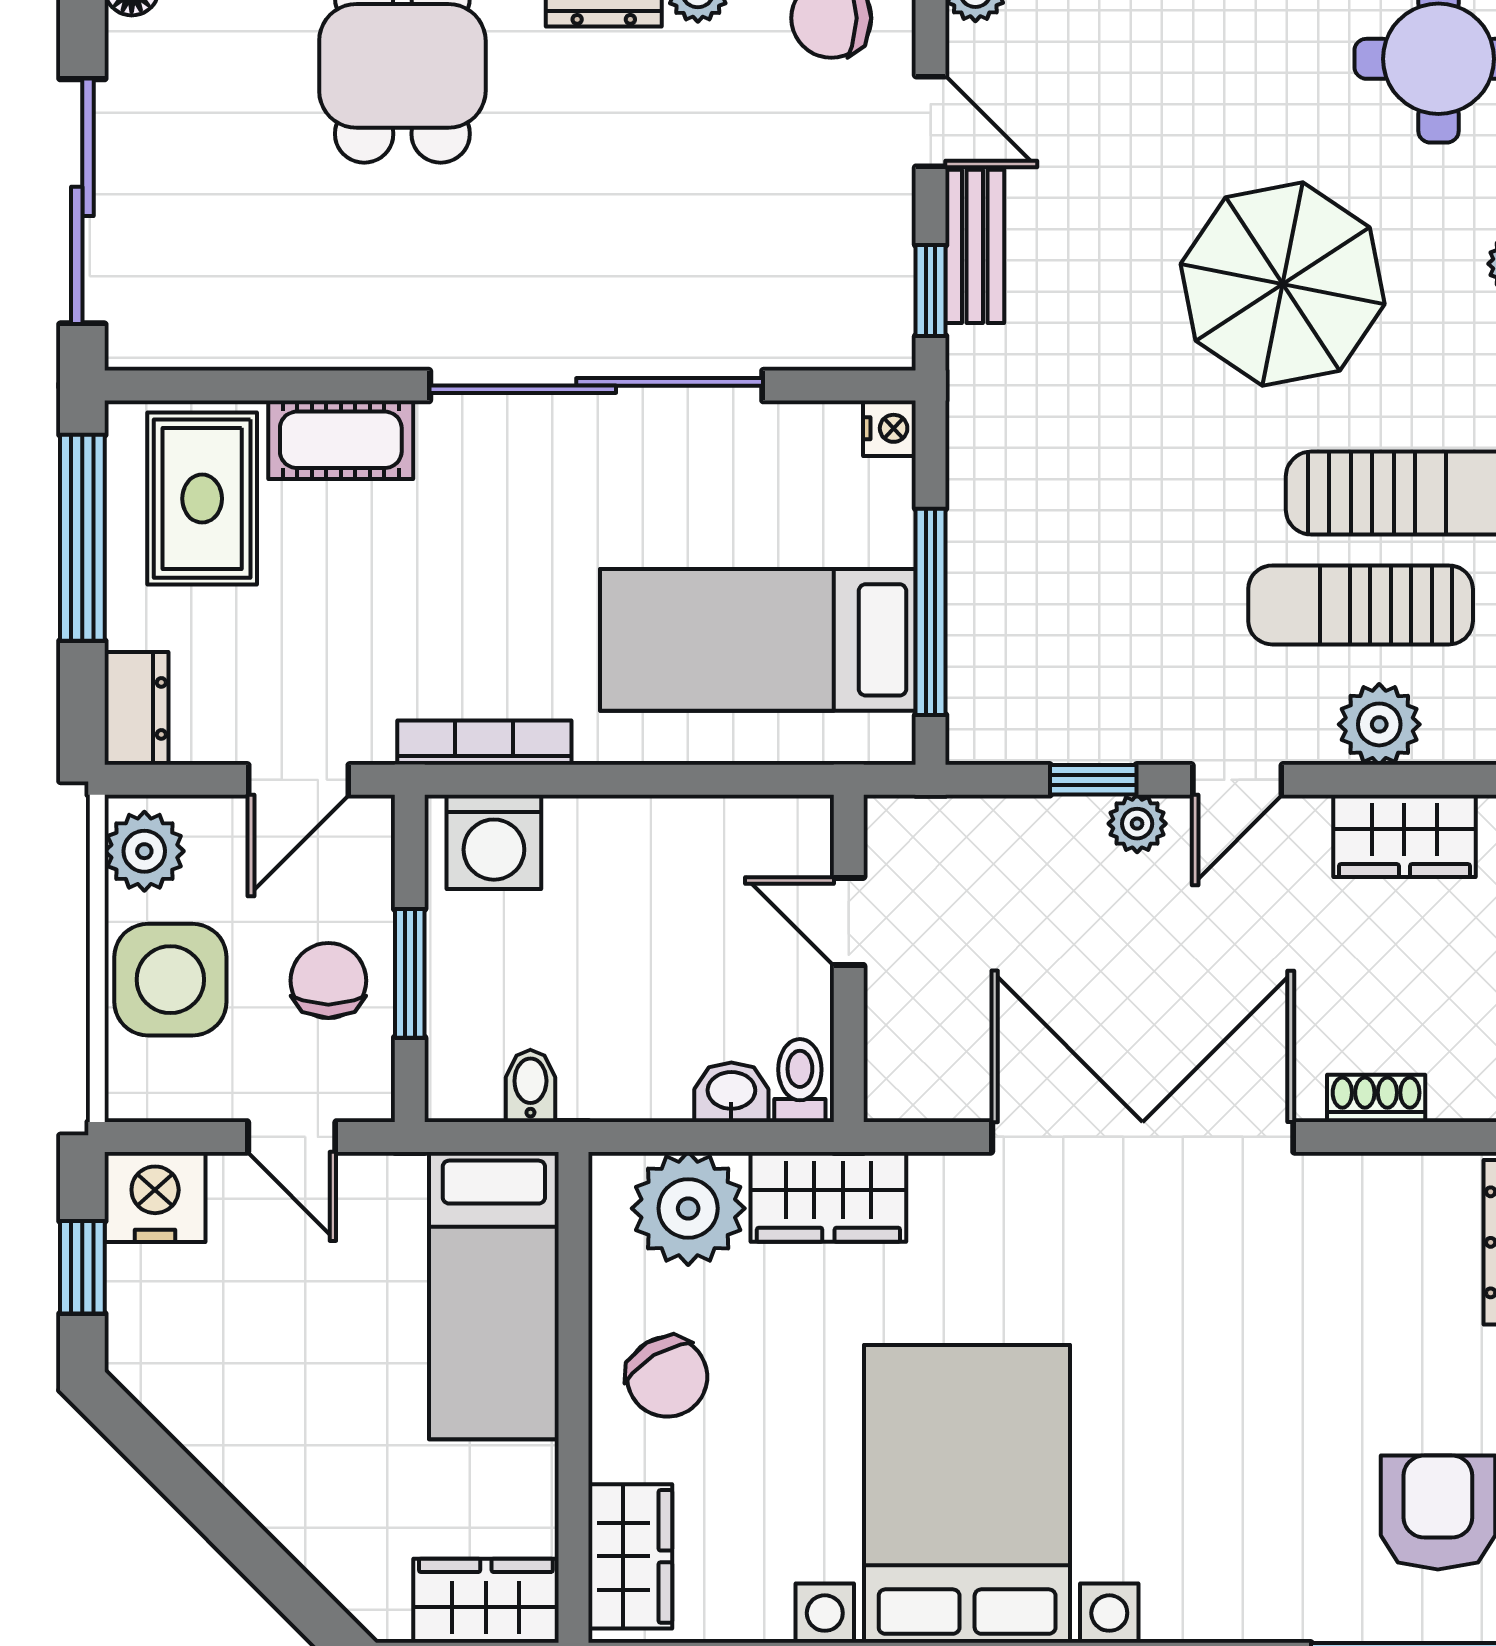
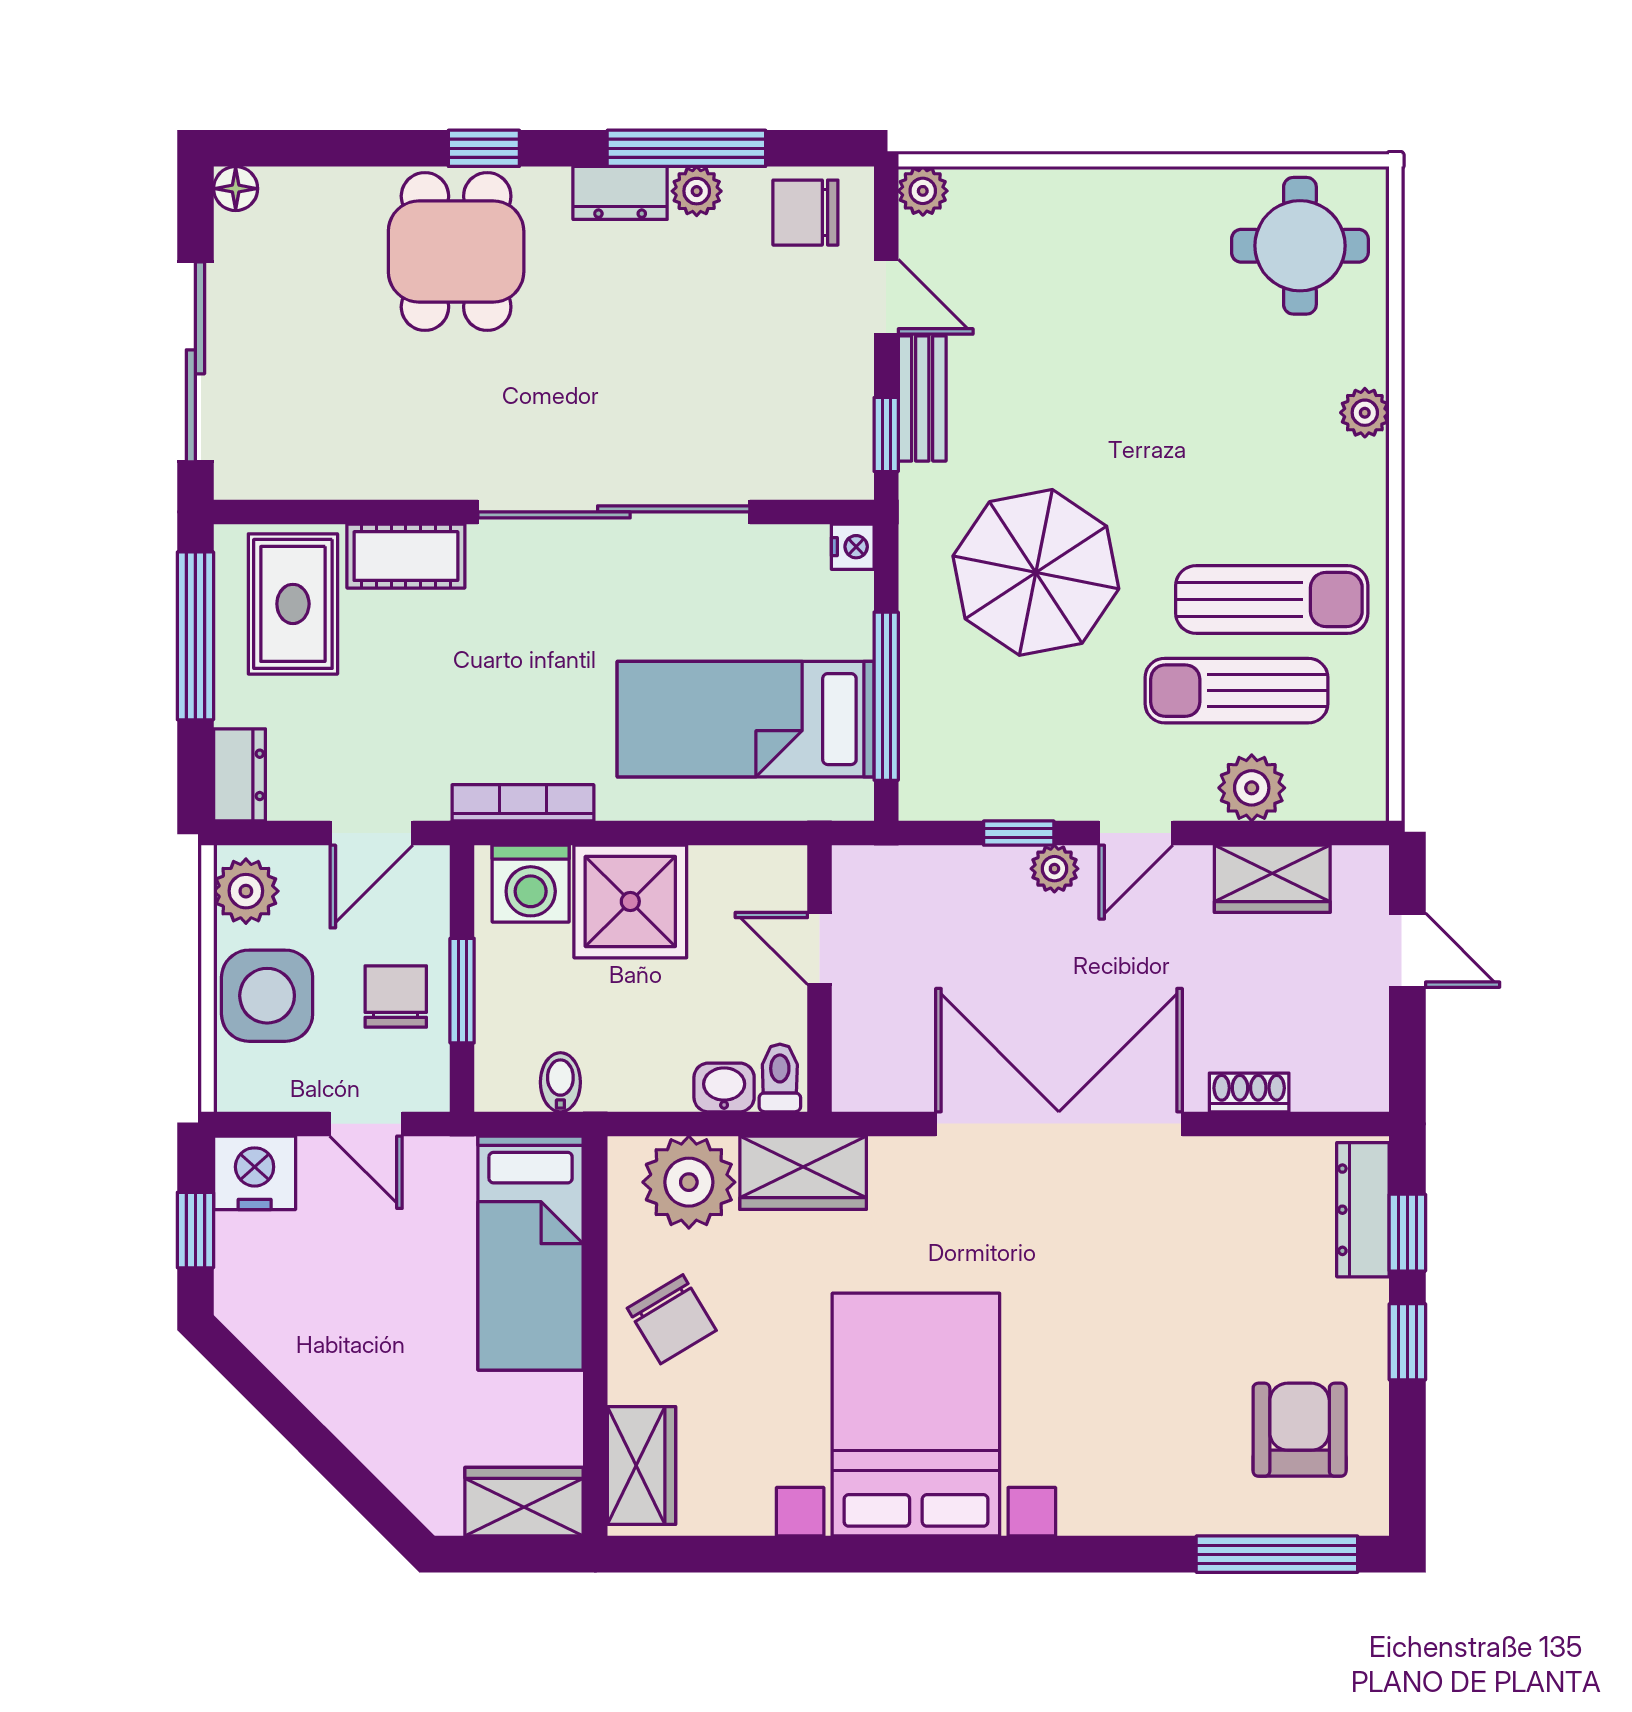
parasol: (1283, 284) -> (1036, 572), moved
shower: (616, 864) -> (630, 901), added

